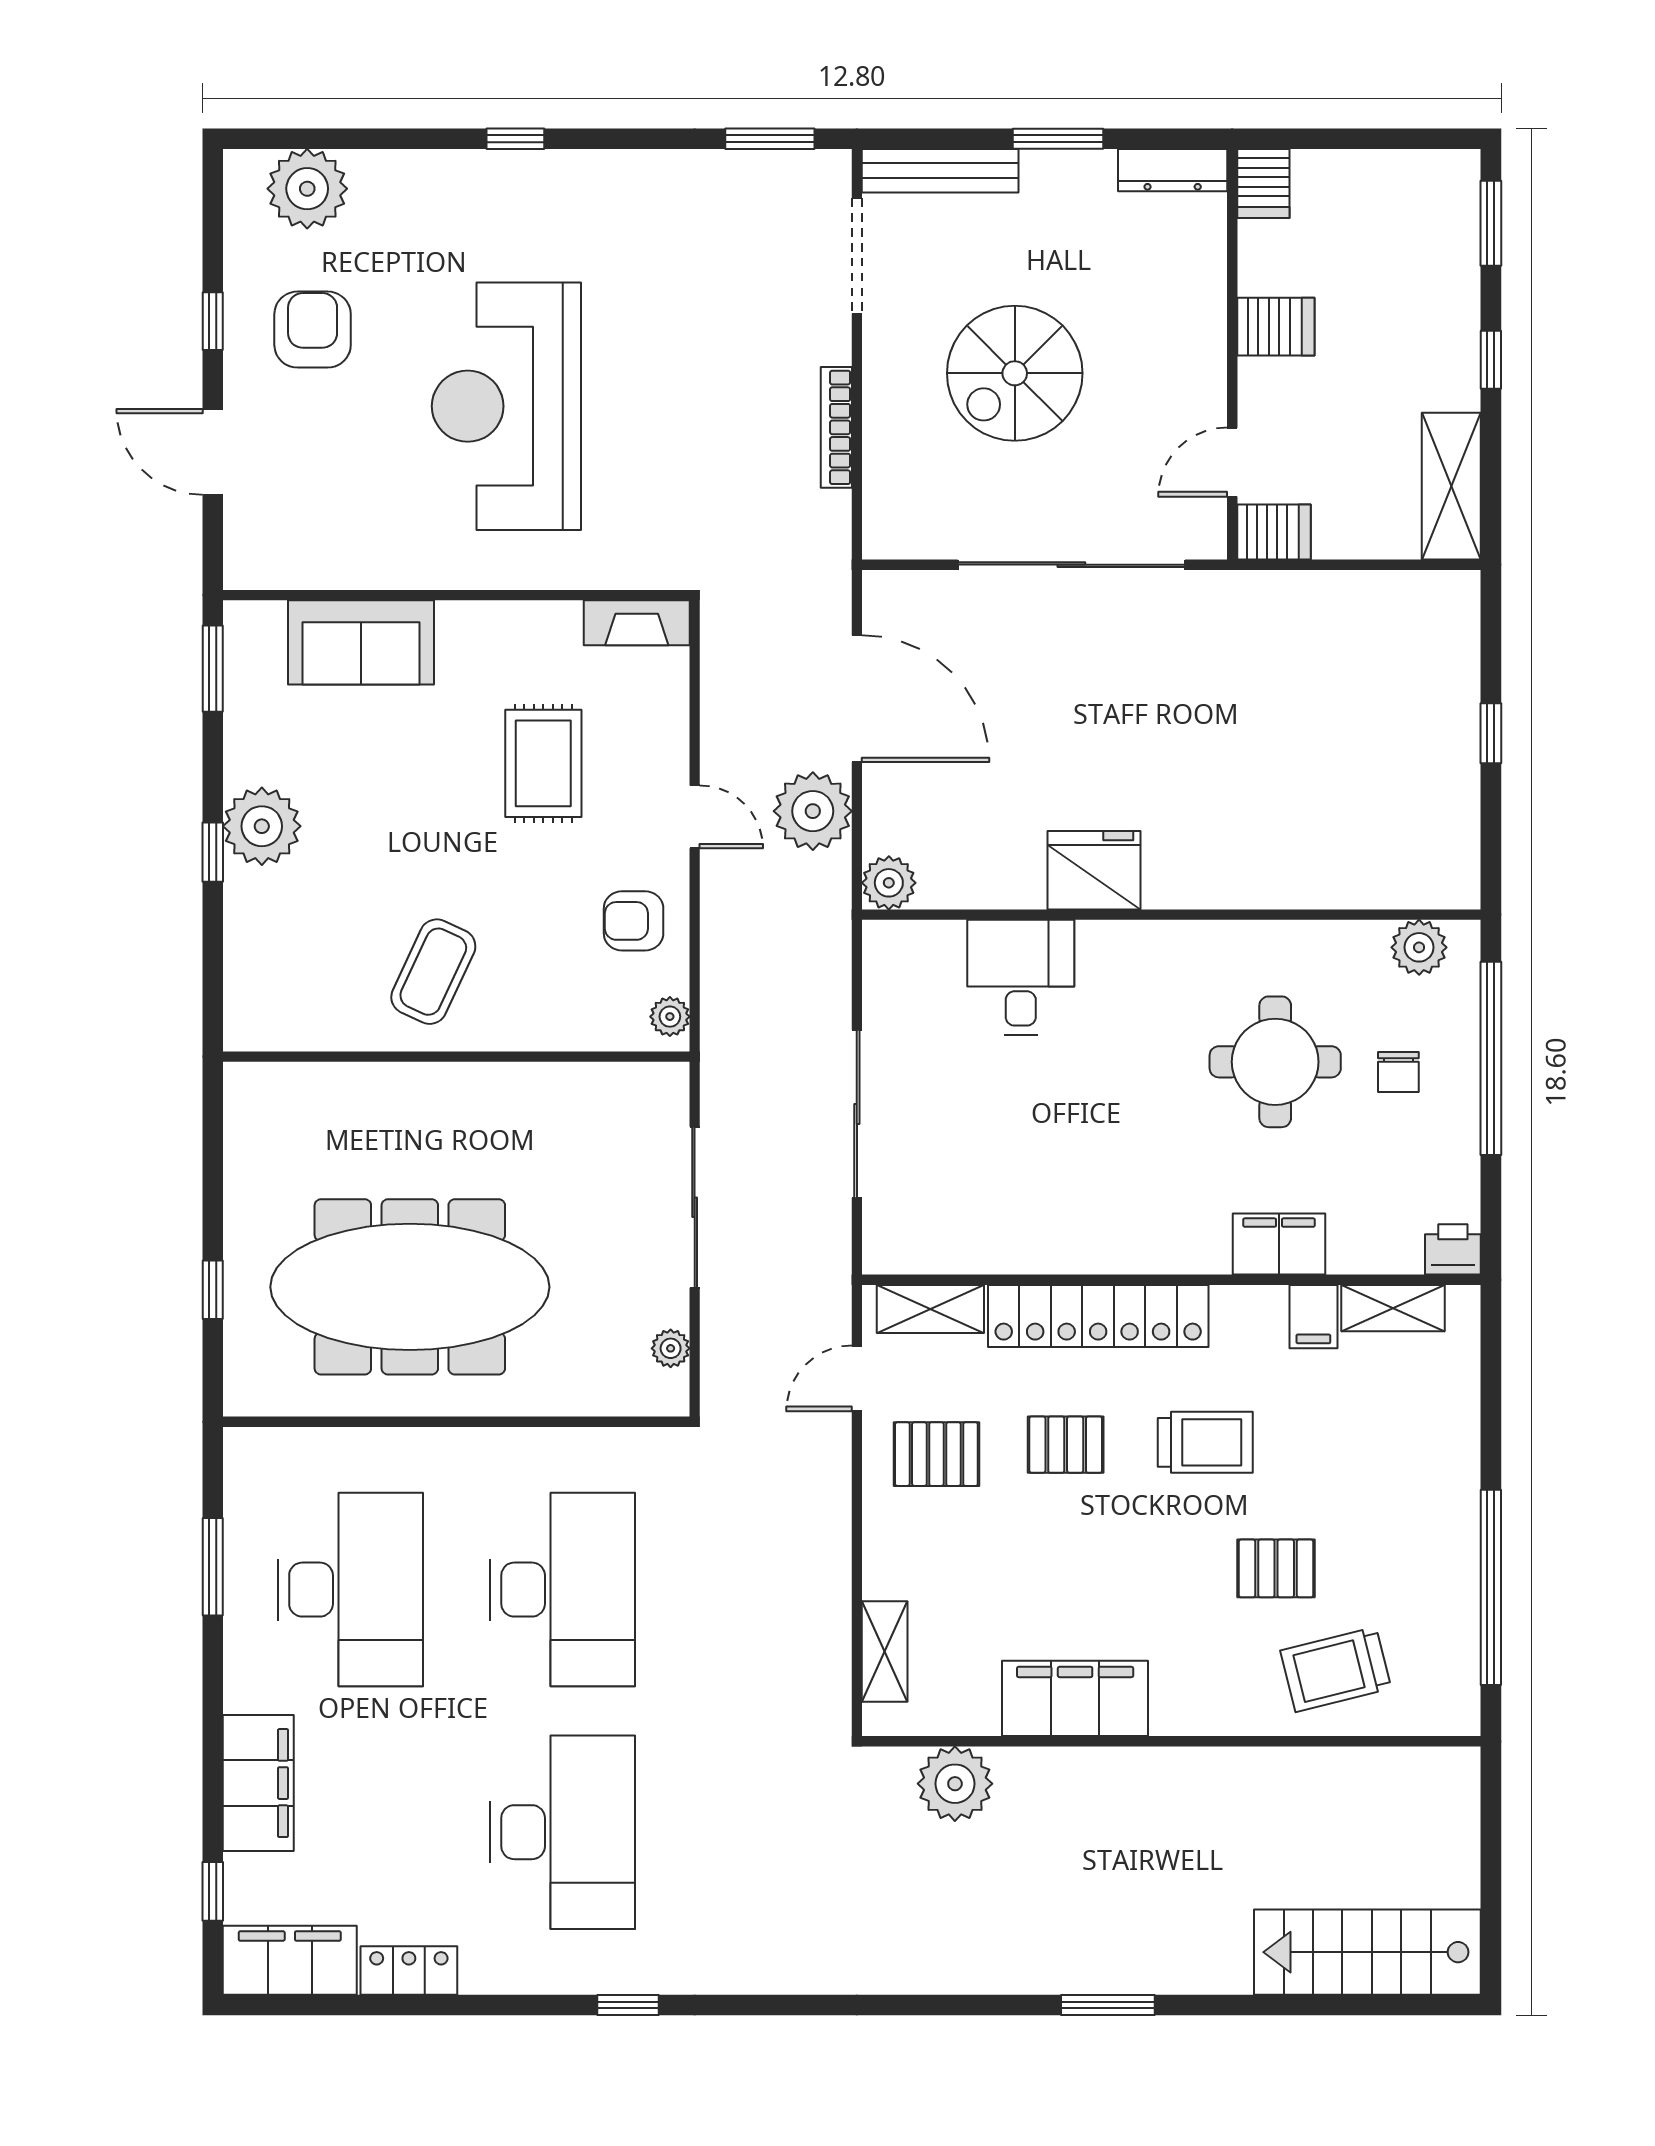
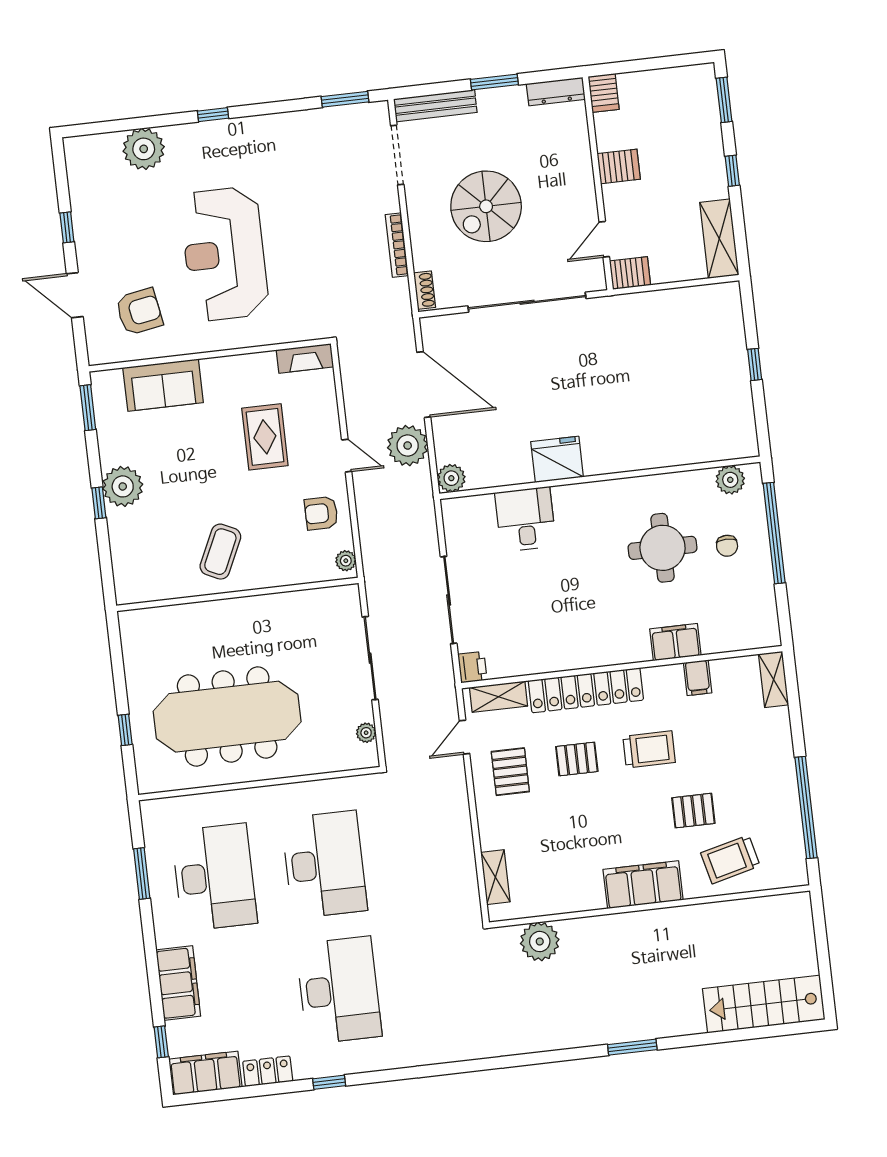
plant: (307, 189) -> (144, 149), moved
armchair: (313, 330) -> (139, 312), moved, turned 80
shoe rack: (879, 519) -> (424, 290), added
printer: (1453, 1249) -> (472, 667), moved, turned 90
shelving: (1393, 1308) -> (774, 679), moved, turned 90
pallet: (936, 1454) -> (510, 772), turned 90
filing cabinet: (1075, 1698) -> (643, 885), moved
window: (628, 2005) -> (329, 1082), moved

